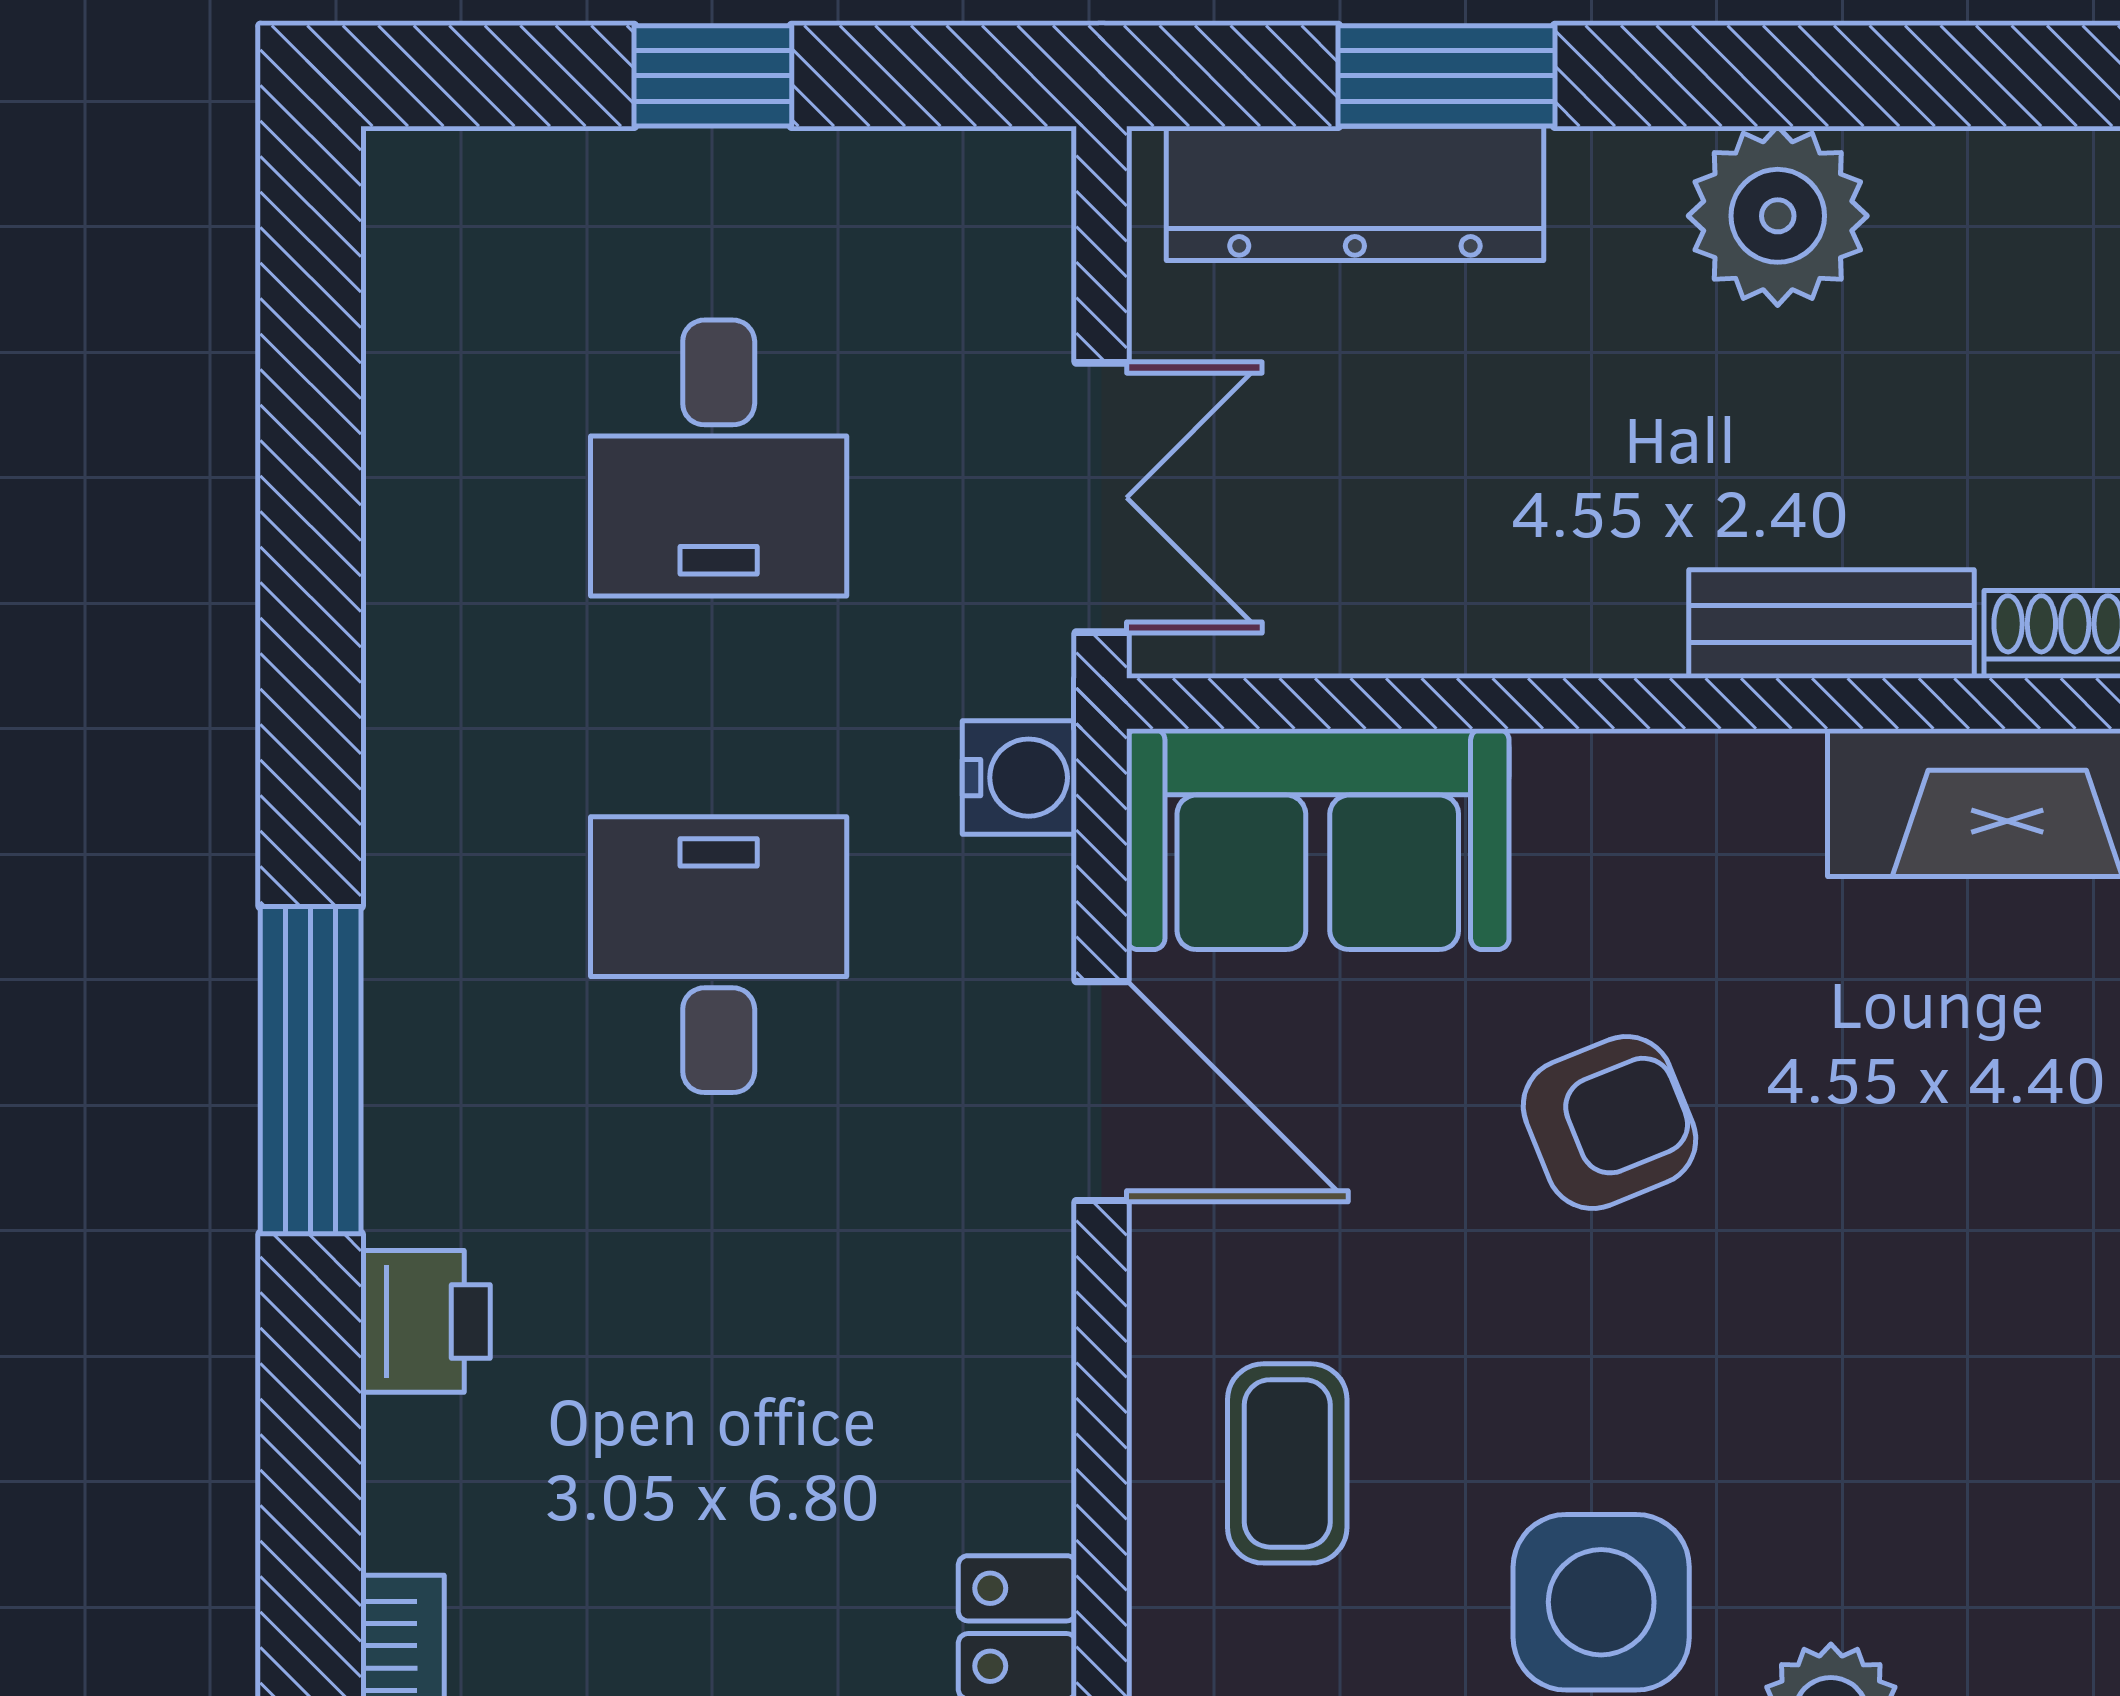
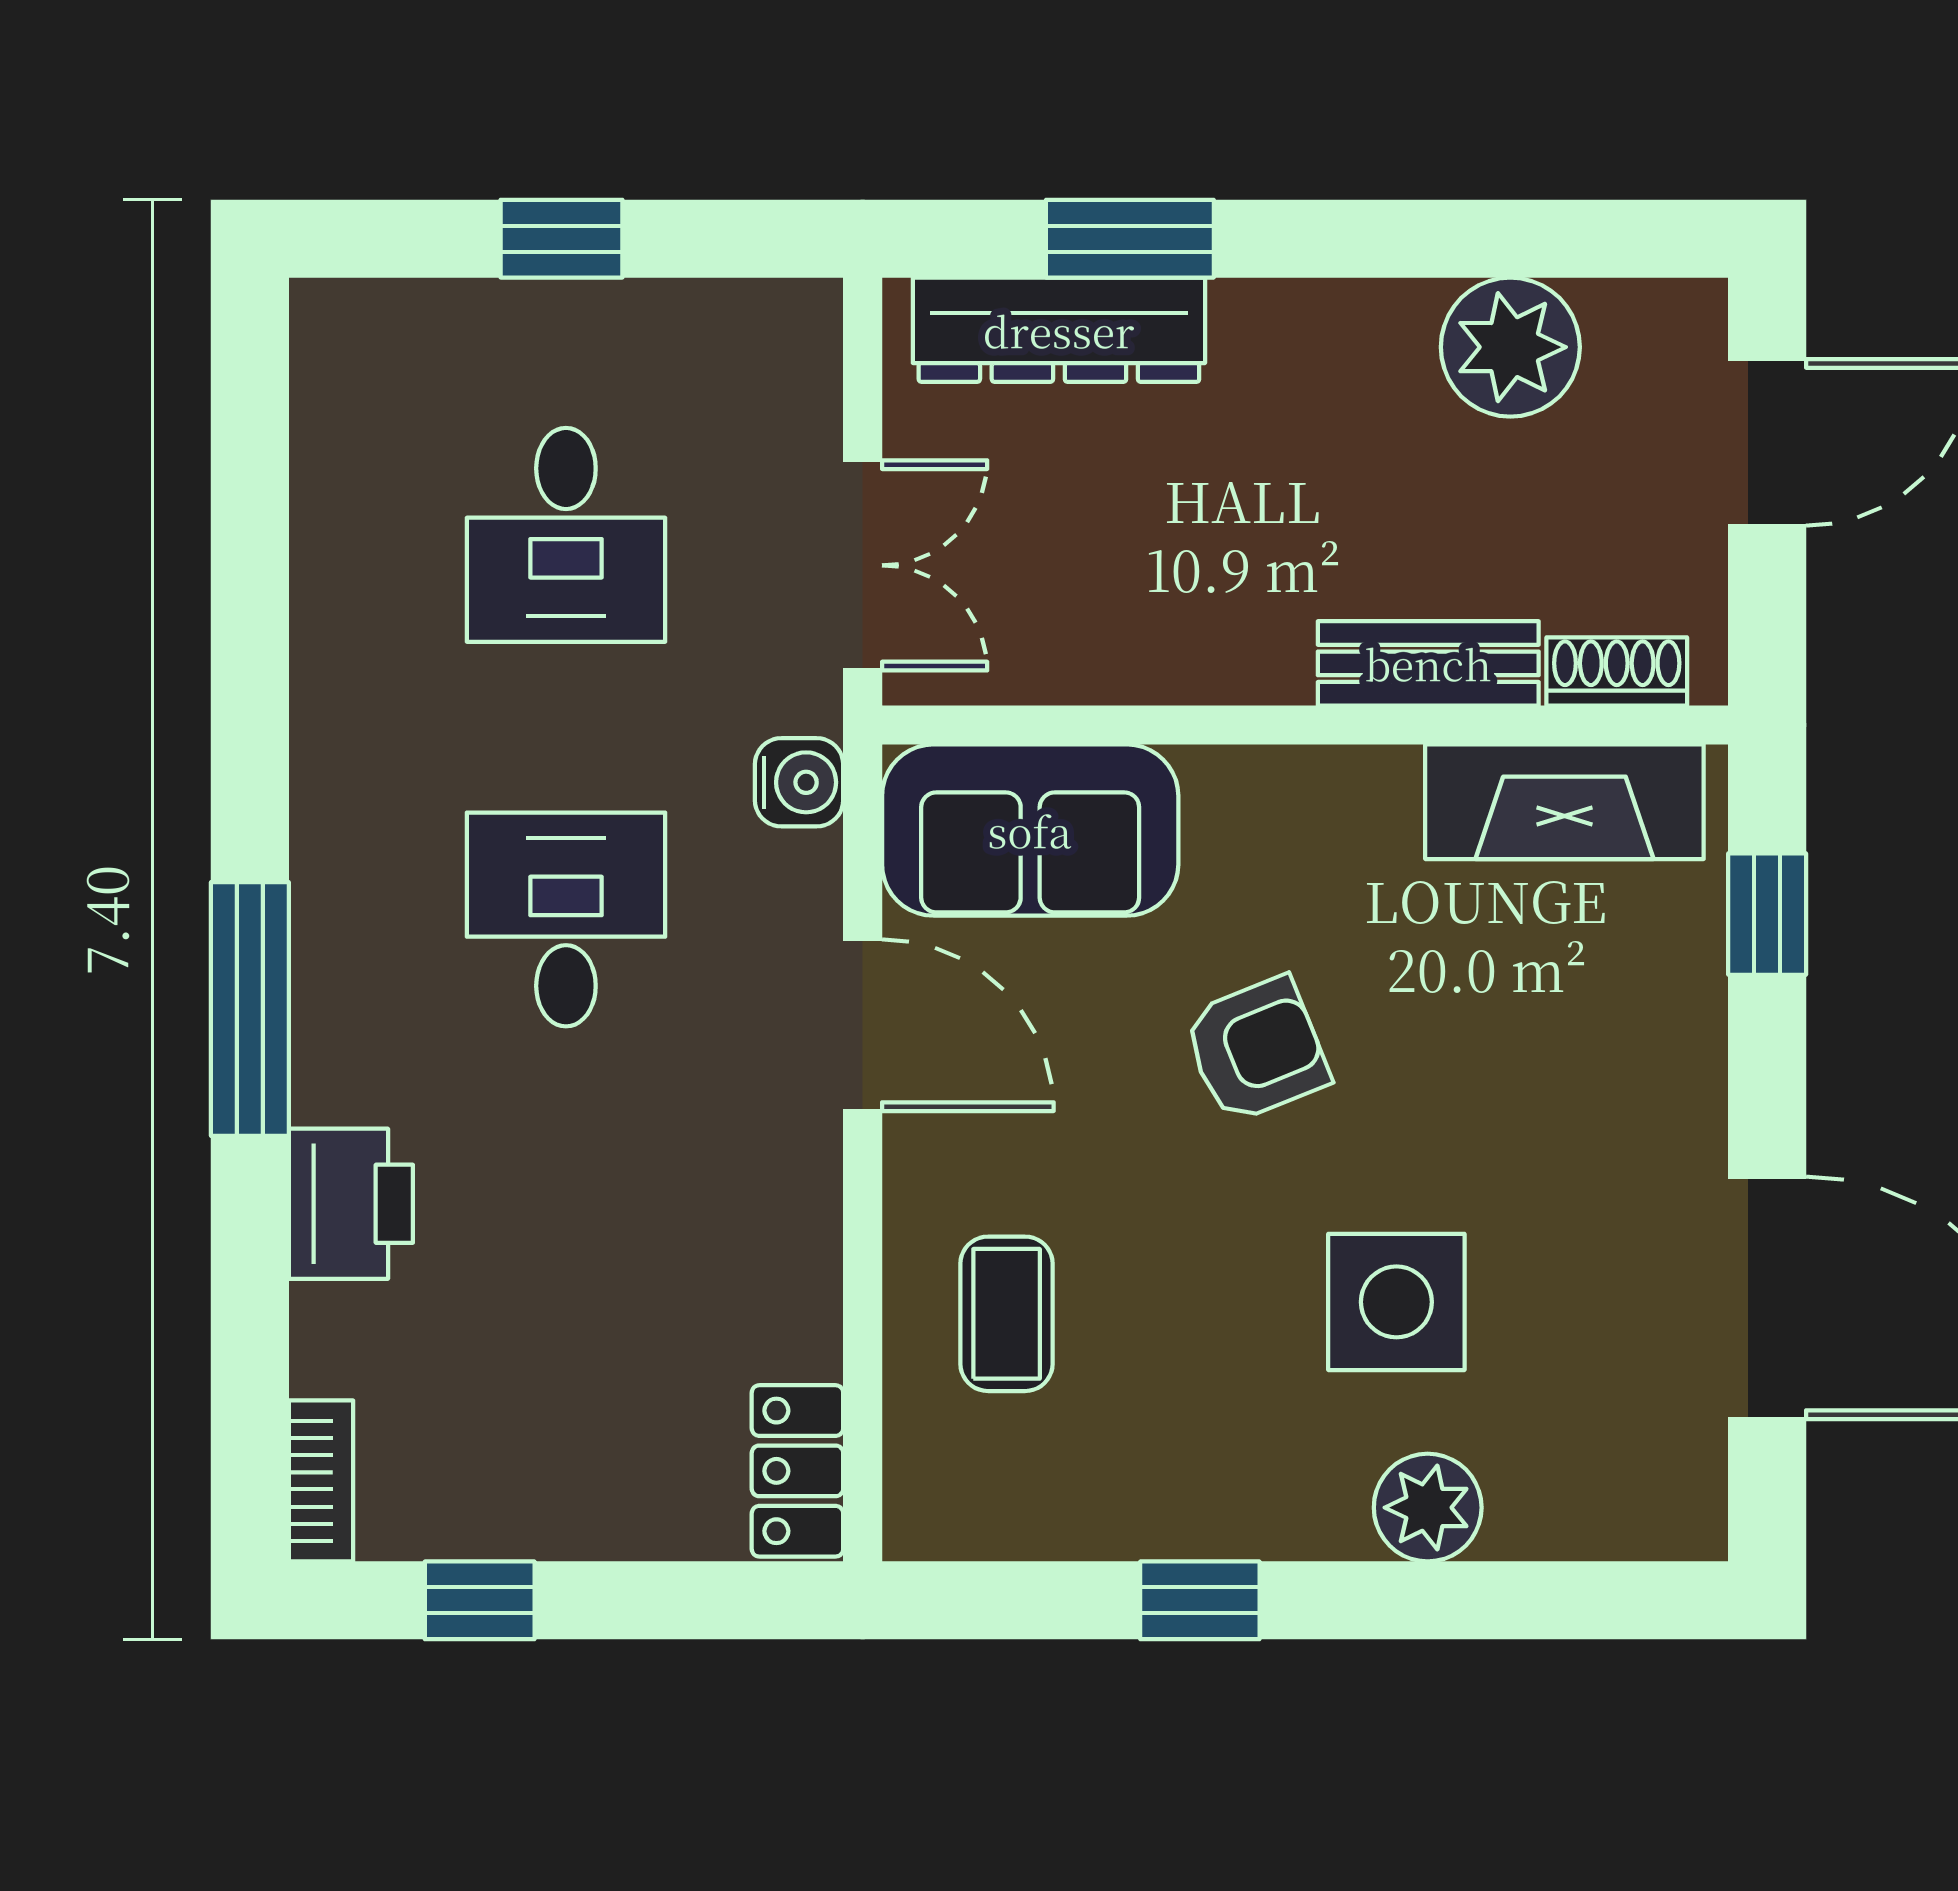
plant: (1778, 216) -> (1510, 347), moved
printer: (425, 1321) -> (351, 1204), width x1.36, depth x1.24
side table: (1601, 1602) -> (1396, 1302), moved

